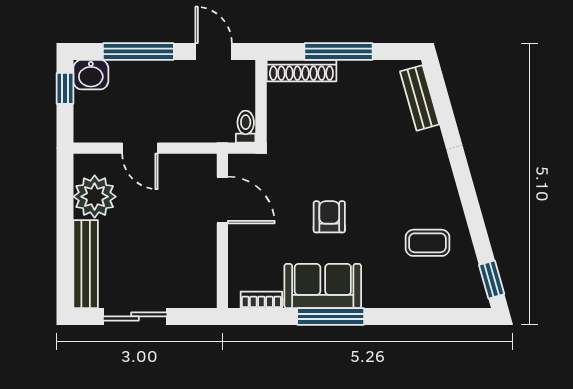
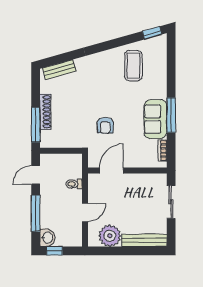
window: (339, 51) -> (36, 125), moved
shoe rack: (301, 71) -> (45, 112), moved
toilet: (246, 127) -> (74, 184), moved
armchair: (329, 217) -> (105, 125), moved, turned -90
coffee table: (428, 243) -> (133, 66), width x1.36, depth x1.30
sliding door: (135, 316) -> (171, 202), moved

